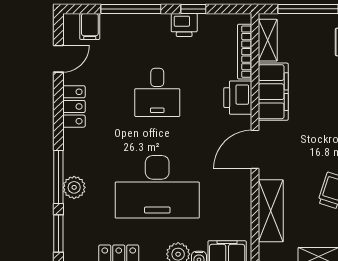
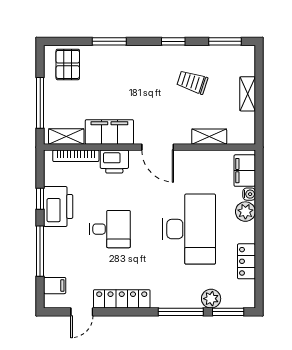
printer: (184, 25) -> (58, 206), width x1.87, depth x1.48
door: (58, 59) -> (82, 312), swing flipped
locker: (74, 106) -> (122, 299), width x1.53
plant: (74, 187) -> (211, 299), moved
shelving: (271, 211) -> (209, 137), width x0.67, depth x0.75

